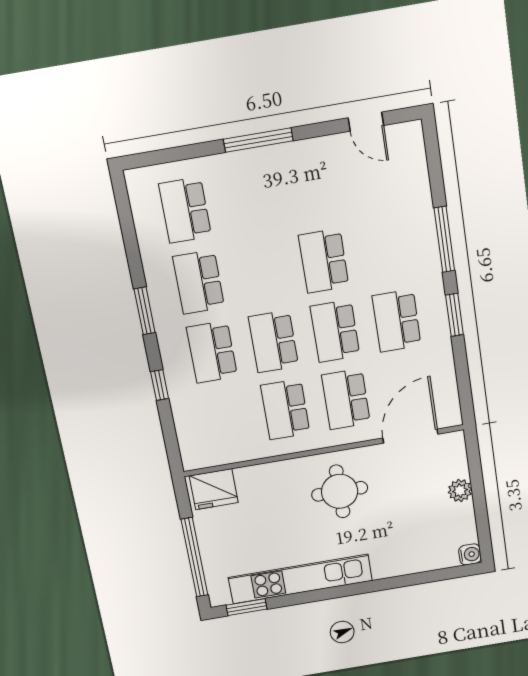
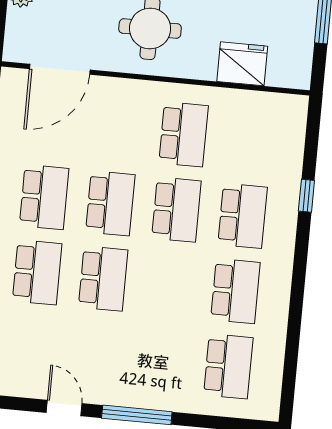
door: (366, 122) -> (64, 408), moved
window: (145, 311) -> (299, 277), removed
school desk: (346, 399) -> (37, 272), moved
fridge: (214, 489) -> (242, 64), moved

